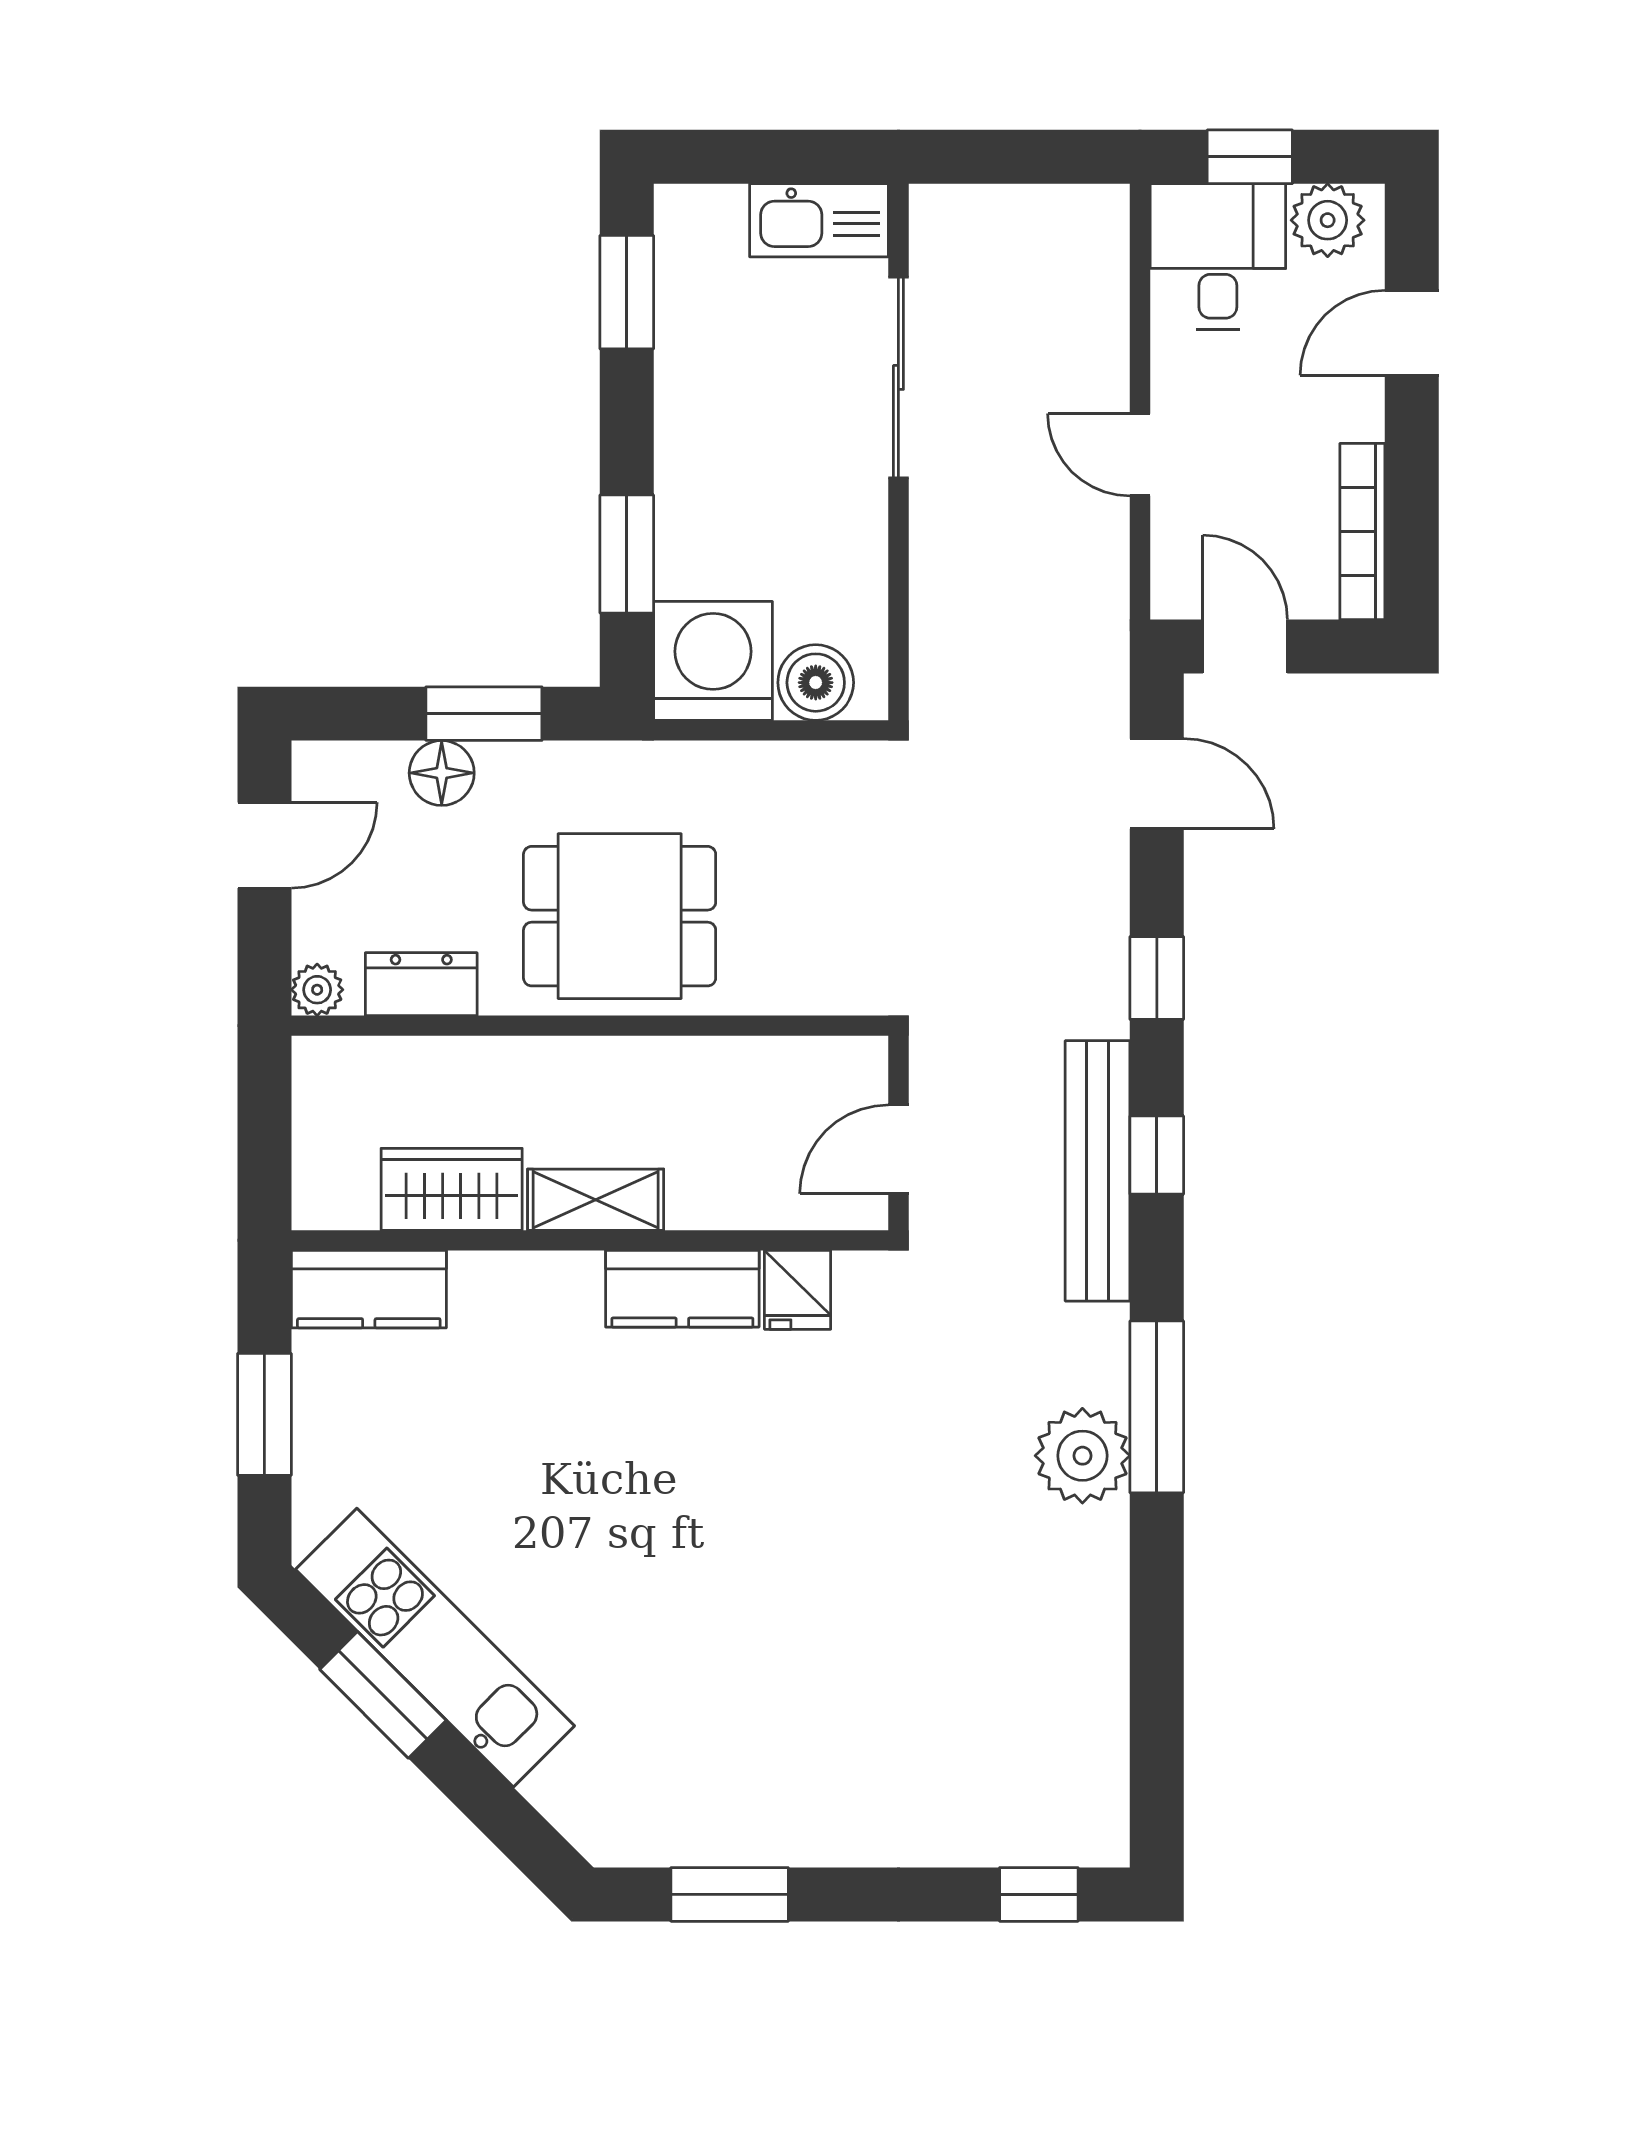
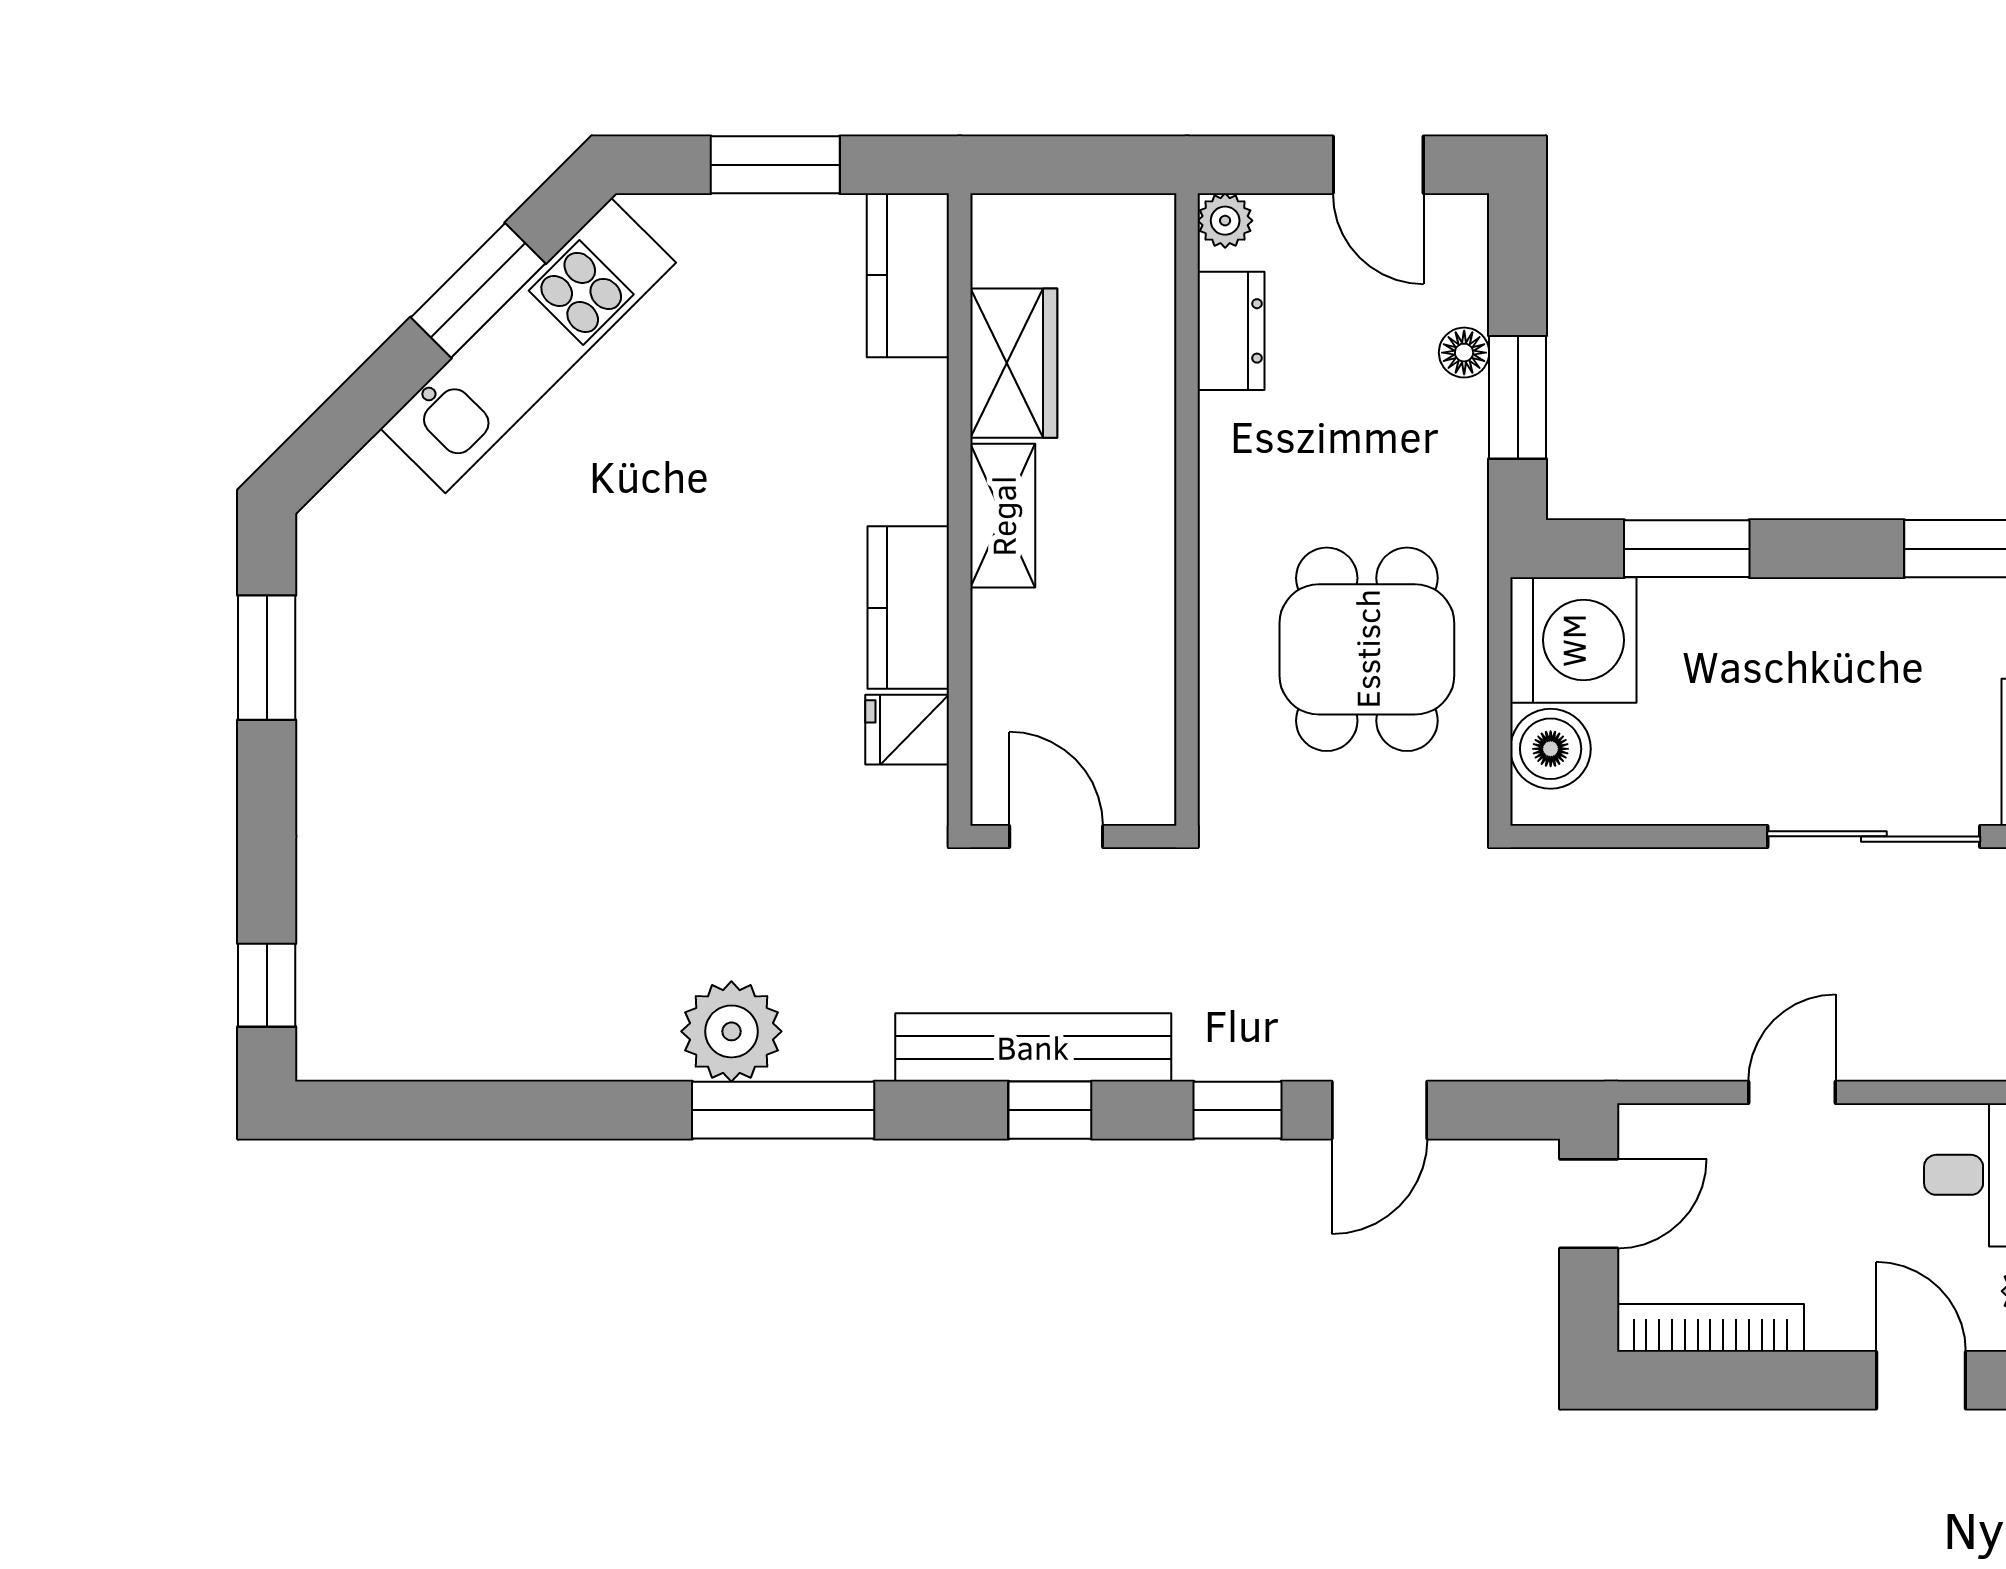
floor lamp: (442, 773) -> (1464, 353), width x0.73, depth x0.73
door: (1157, 784) -> (1379, 1110), moved
dining table: (620, 916) -> (1367, 649), moved

